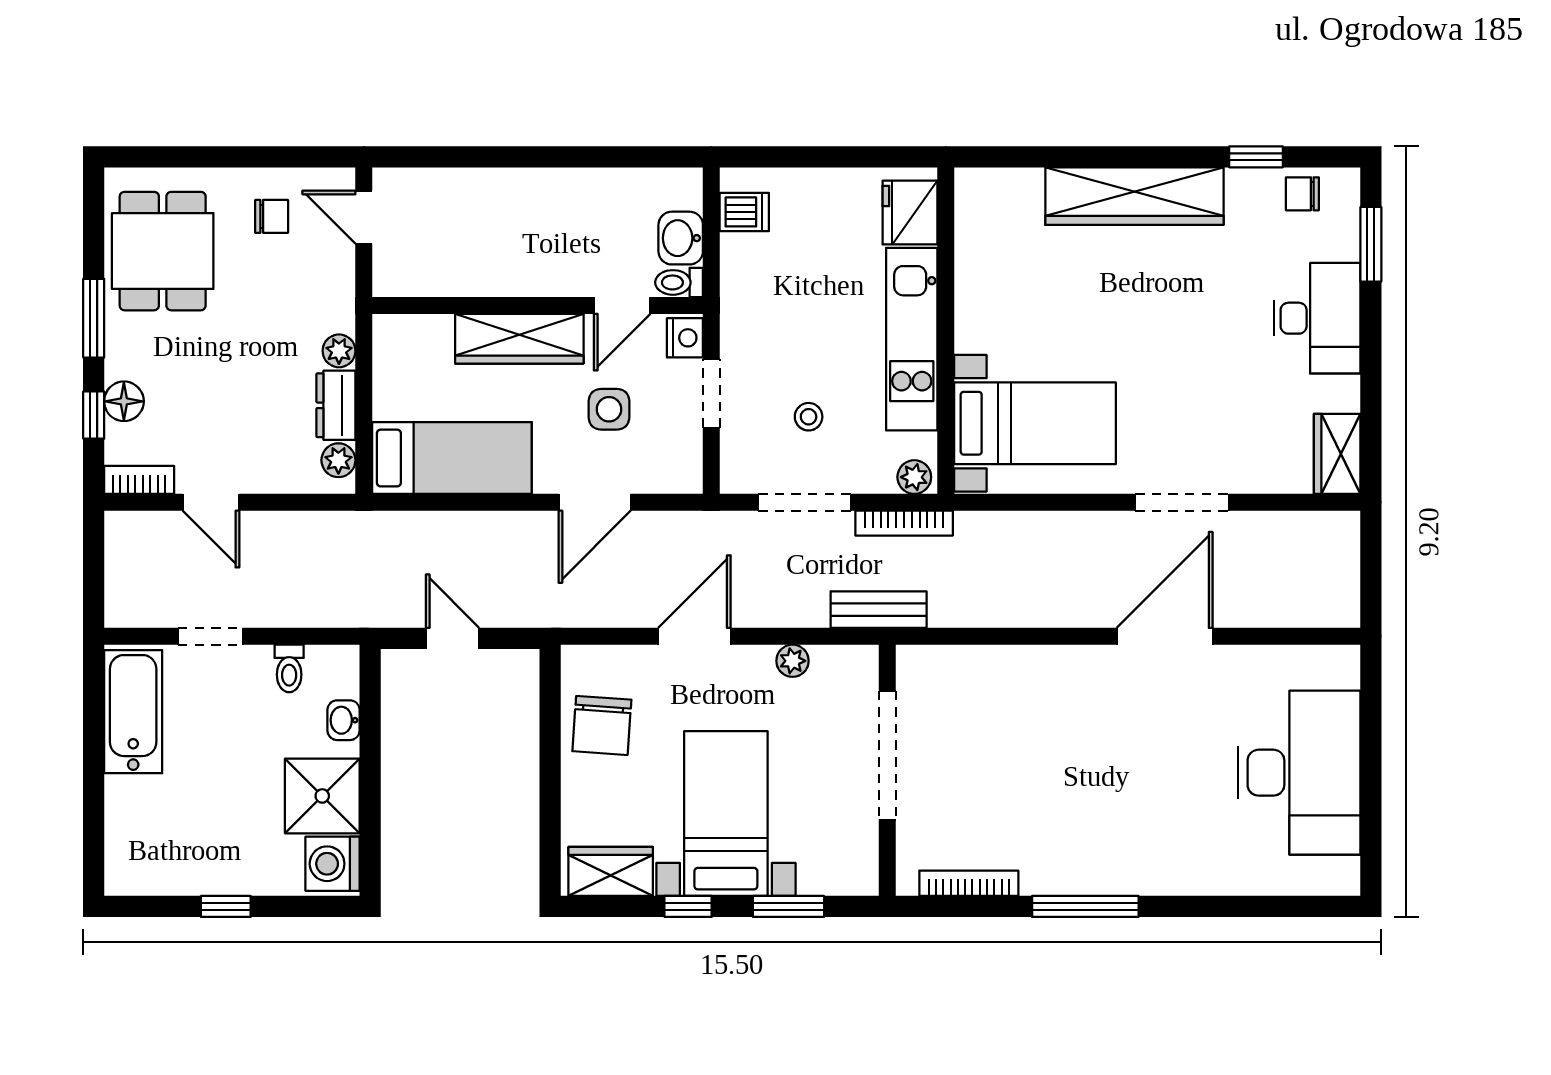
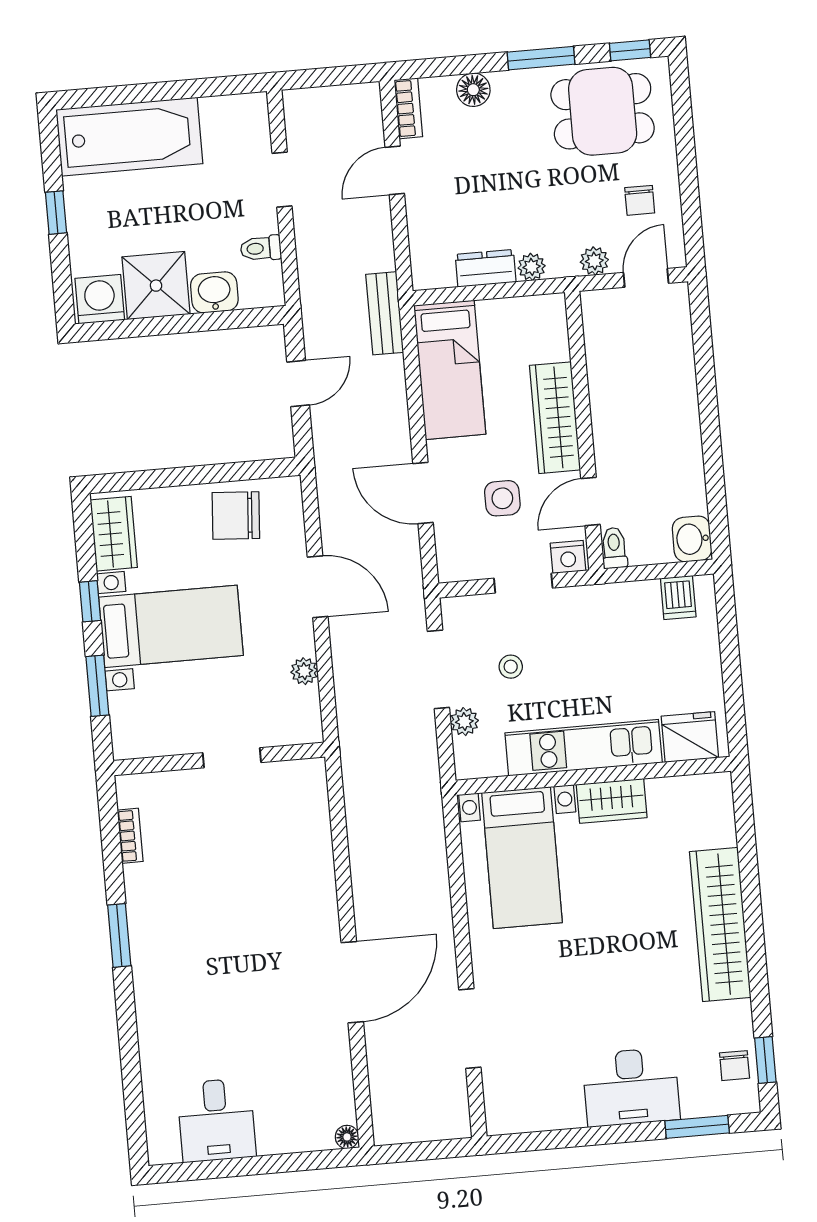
window: (1256, 157) -> (765, 1060), moved
chair: (1302, 194) -> (735, 1066), turned 180
washbasin: (681, 238) -> (692, 539), moved, turned -90
door: (622, 305) -> (591, 502), hinge flipped
window: (94, 415) -> (630, 50), moved
wardrobe: (1337, 454) -> (612, 801), moved, turned 180
plant: (338, 460) -> (594, 261), moved
plant: (914, 477) -> (464, 722), moved
doorway: (1182, 502) -> (470, 1028), moved
bookcase: (904, 523) -> (428, 755), removed
bench: (879, 610) -> (385, 313), moved
door: (1165, 636) -> (352, 982), hinge flipped
floor lamp: (1347, 659) -> (347, 1137), added
bathtub: (133, 712) -> (129, 137), moved, width x1.36, depth x1.36
washbasin: (344, 720) -> (214, 292), width x1.38, depth x1.45
doorway: (887, 755) -> (232, 758), width x0.53
desk: (1299, 773) -> (216, 1120), width x0.53, depth x0.77
bookcase: (969, 883) -> (130, 836), width x0.64
window: (1085, 906) -> (119, 935), width x0.69

